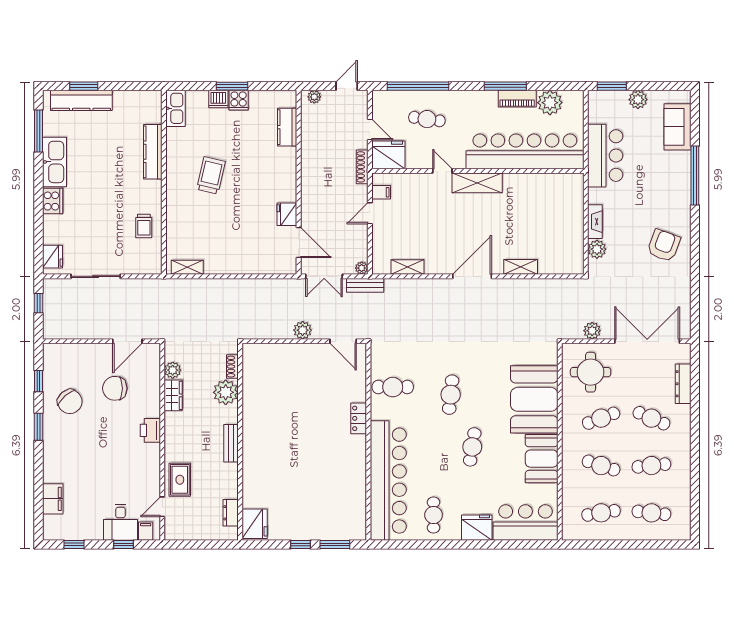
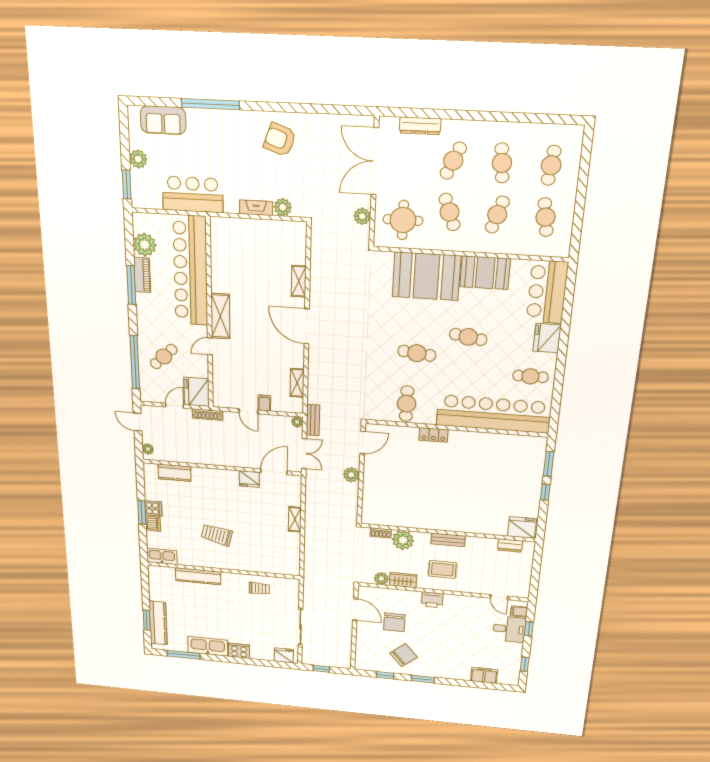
cafe table: (427, 119) -> (164, 357), turned 38
filing cabinet: (381, 192) -> (264, 403), moved
shelving: (187, 267) -> (295, 519), moved
rug: (180, 480) -> (442, 569), moved

